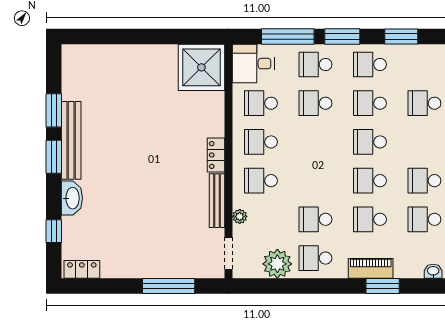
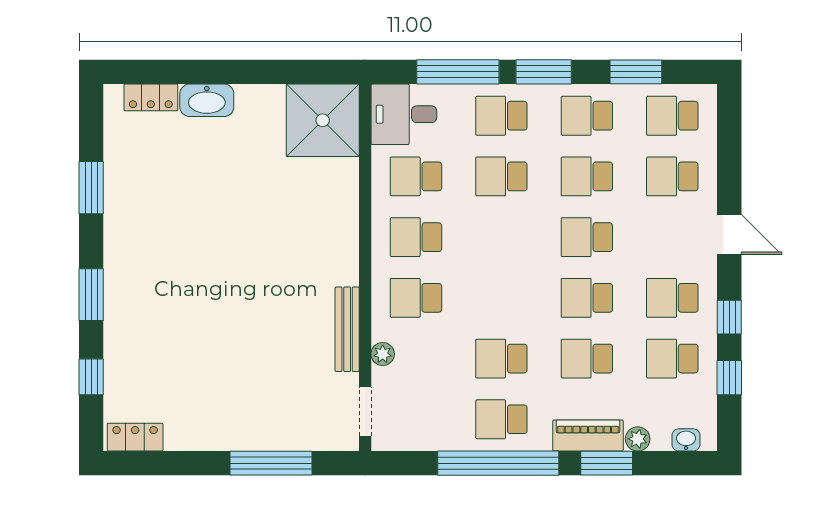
school desk: (424, 64) -> (672, 116), added
bench: (71, 140) -> (118, 235), removed
locker: (216, 155) -> (151, 97), moved, turned -90
window: (54, 157) -> (91, 295), moved
washbasin: (72, 198) -> (207, 100), moved, turned 90
plant: (277, 264) -> (638, 439), moved, width x0.53, depth x0.53
window: (313, 286) -> (498, 463), added

